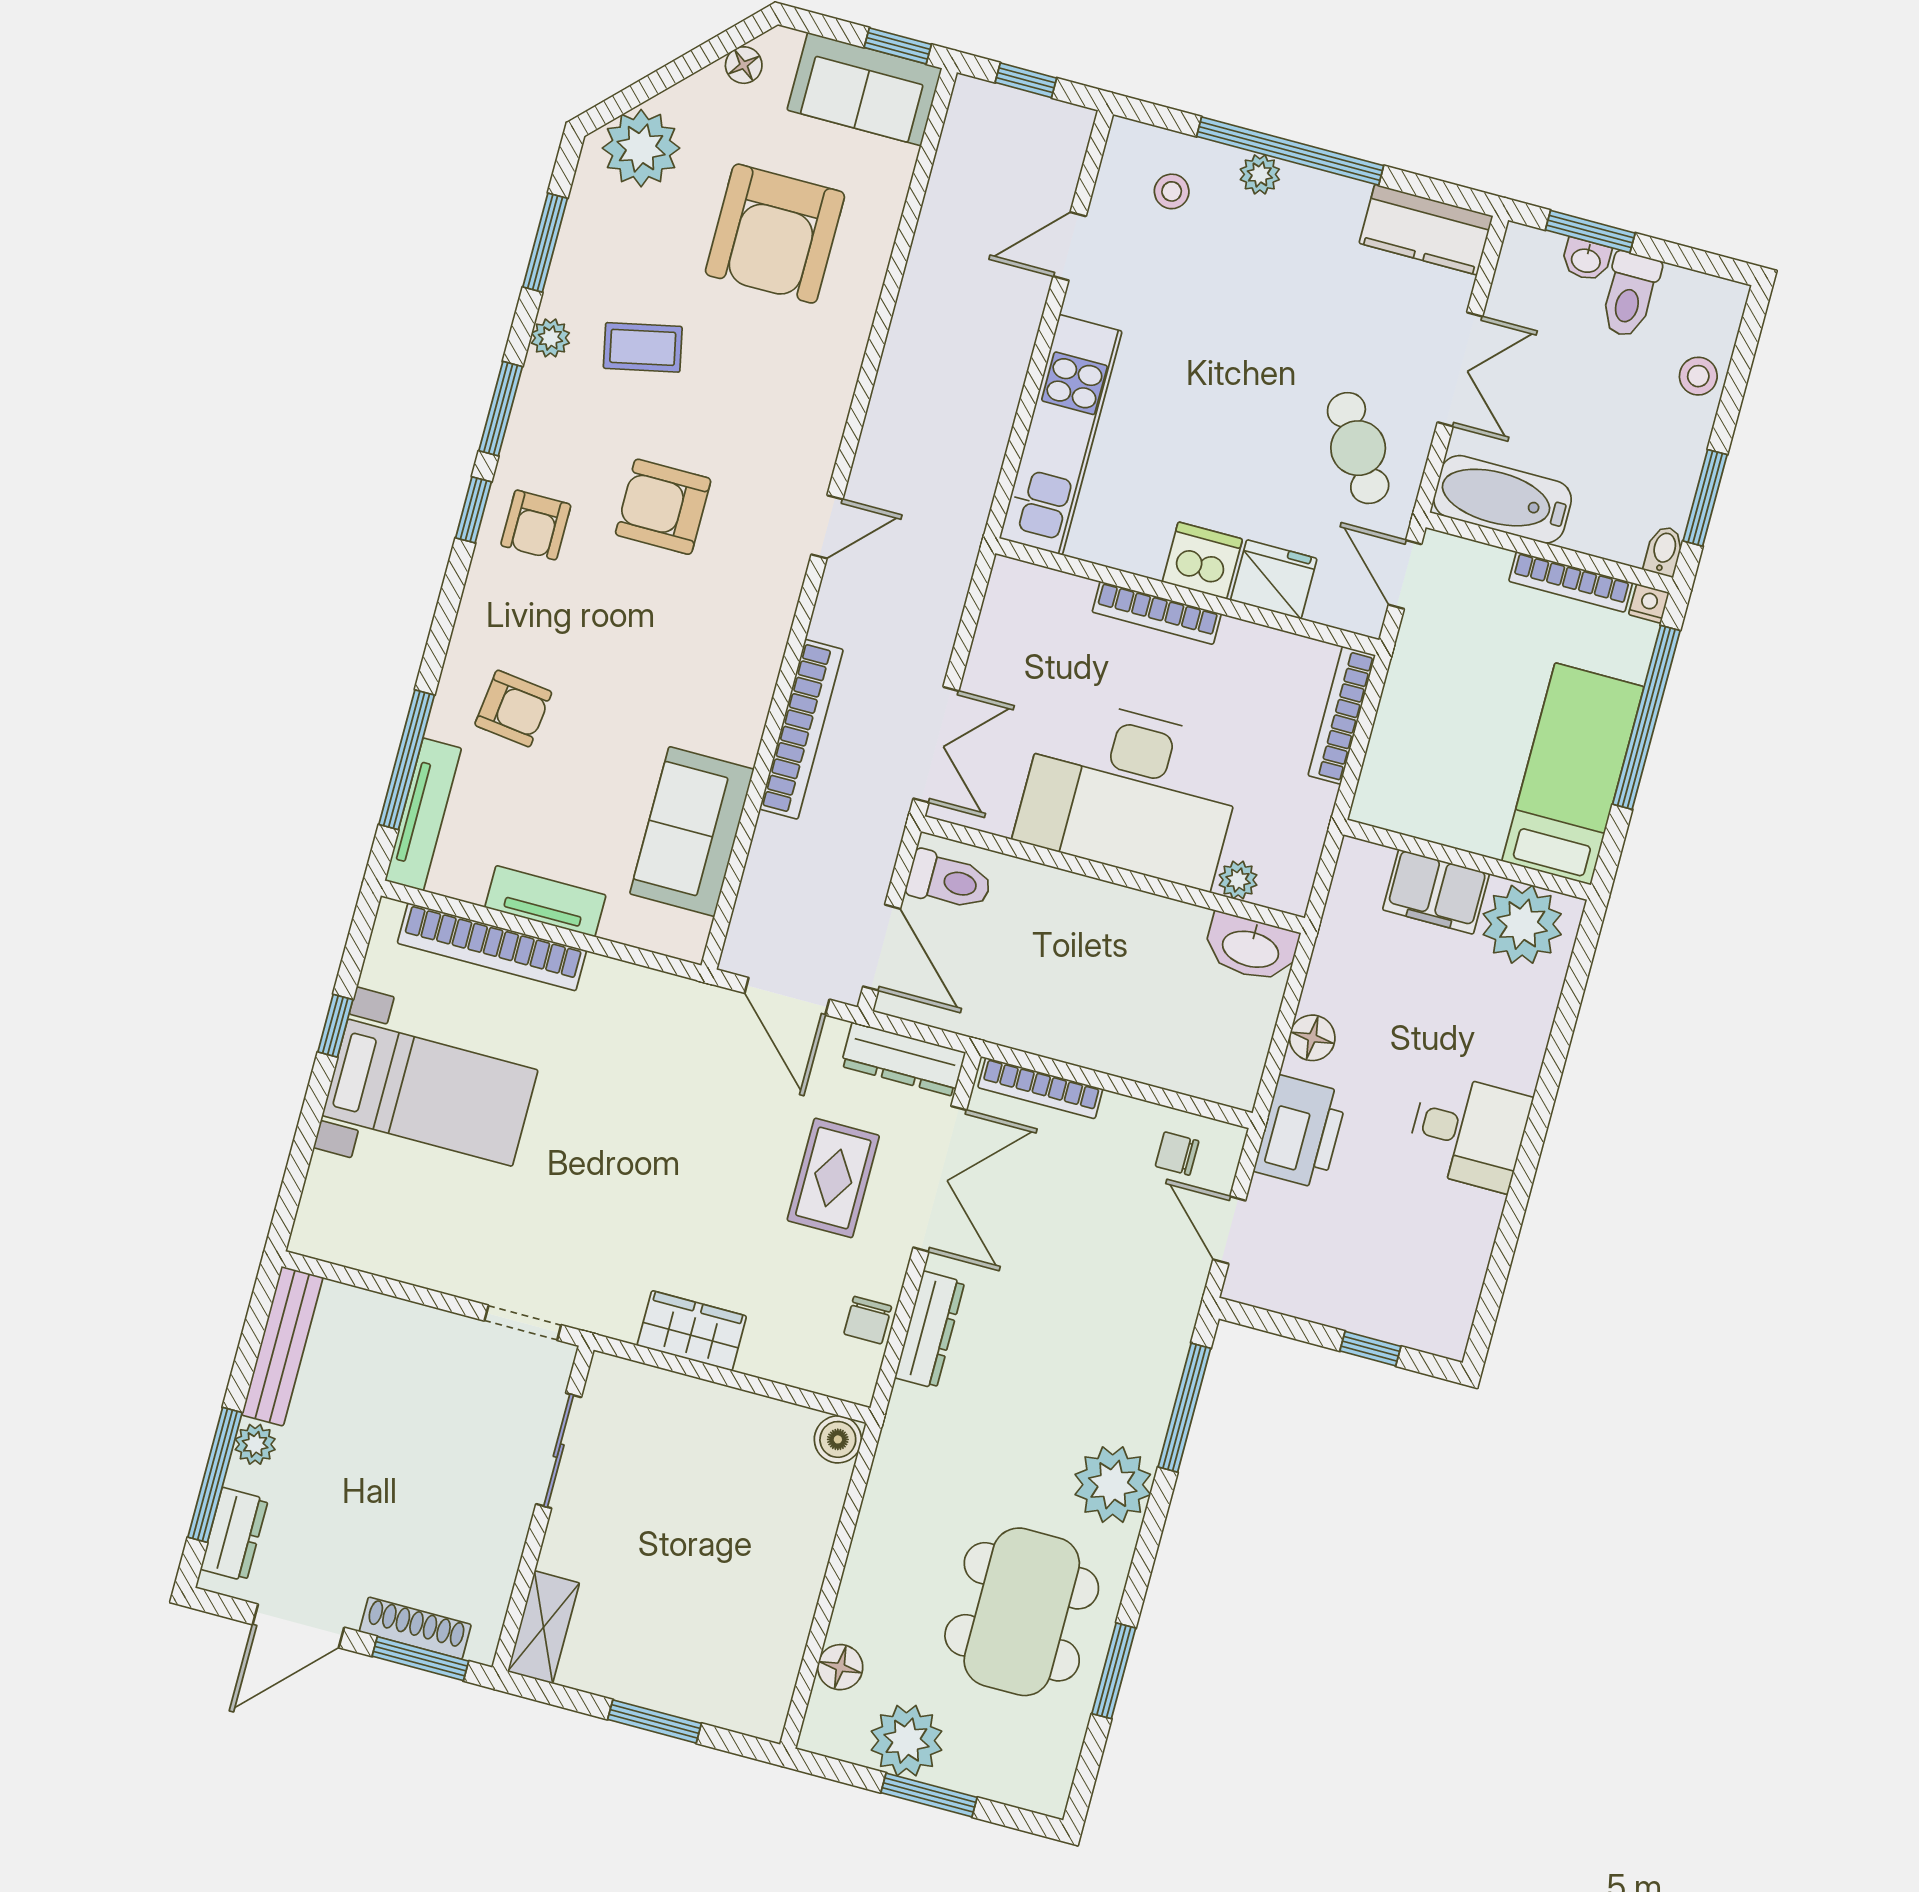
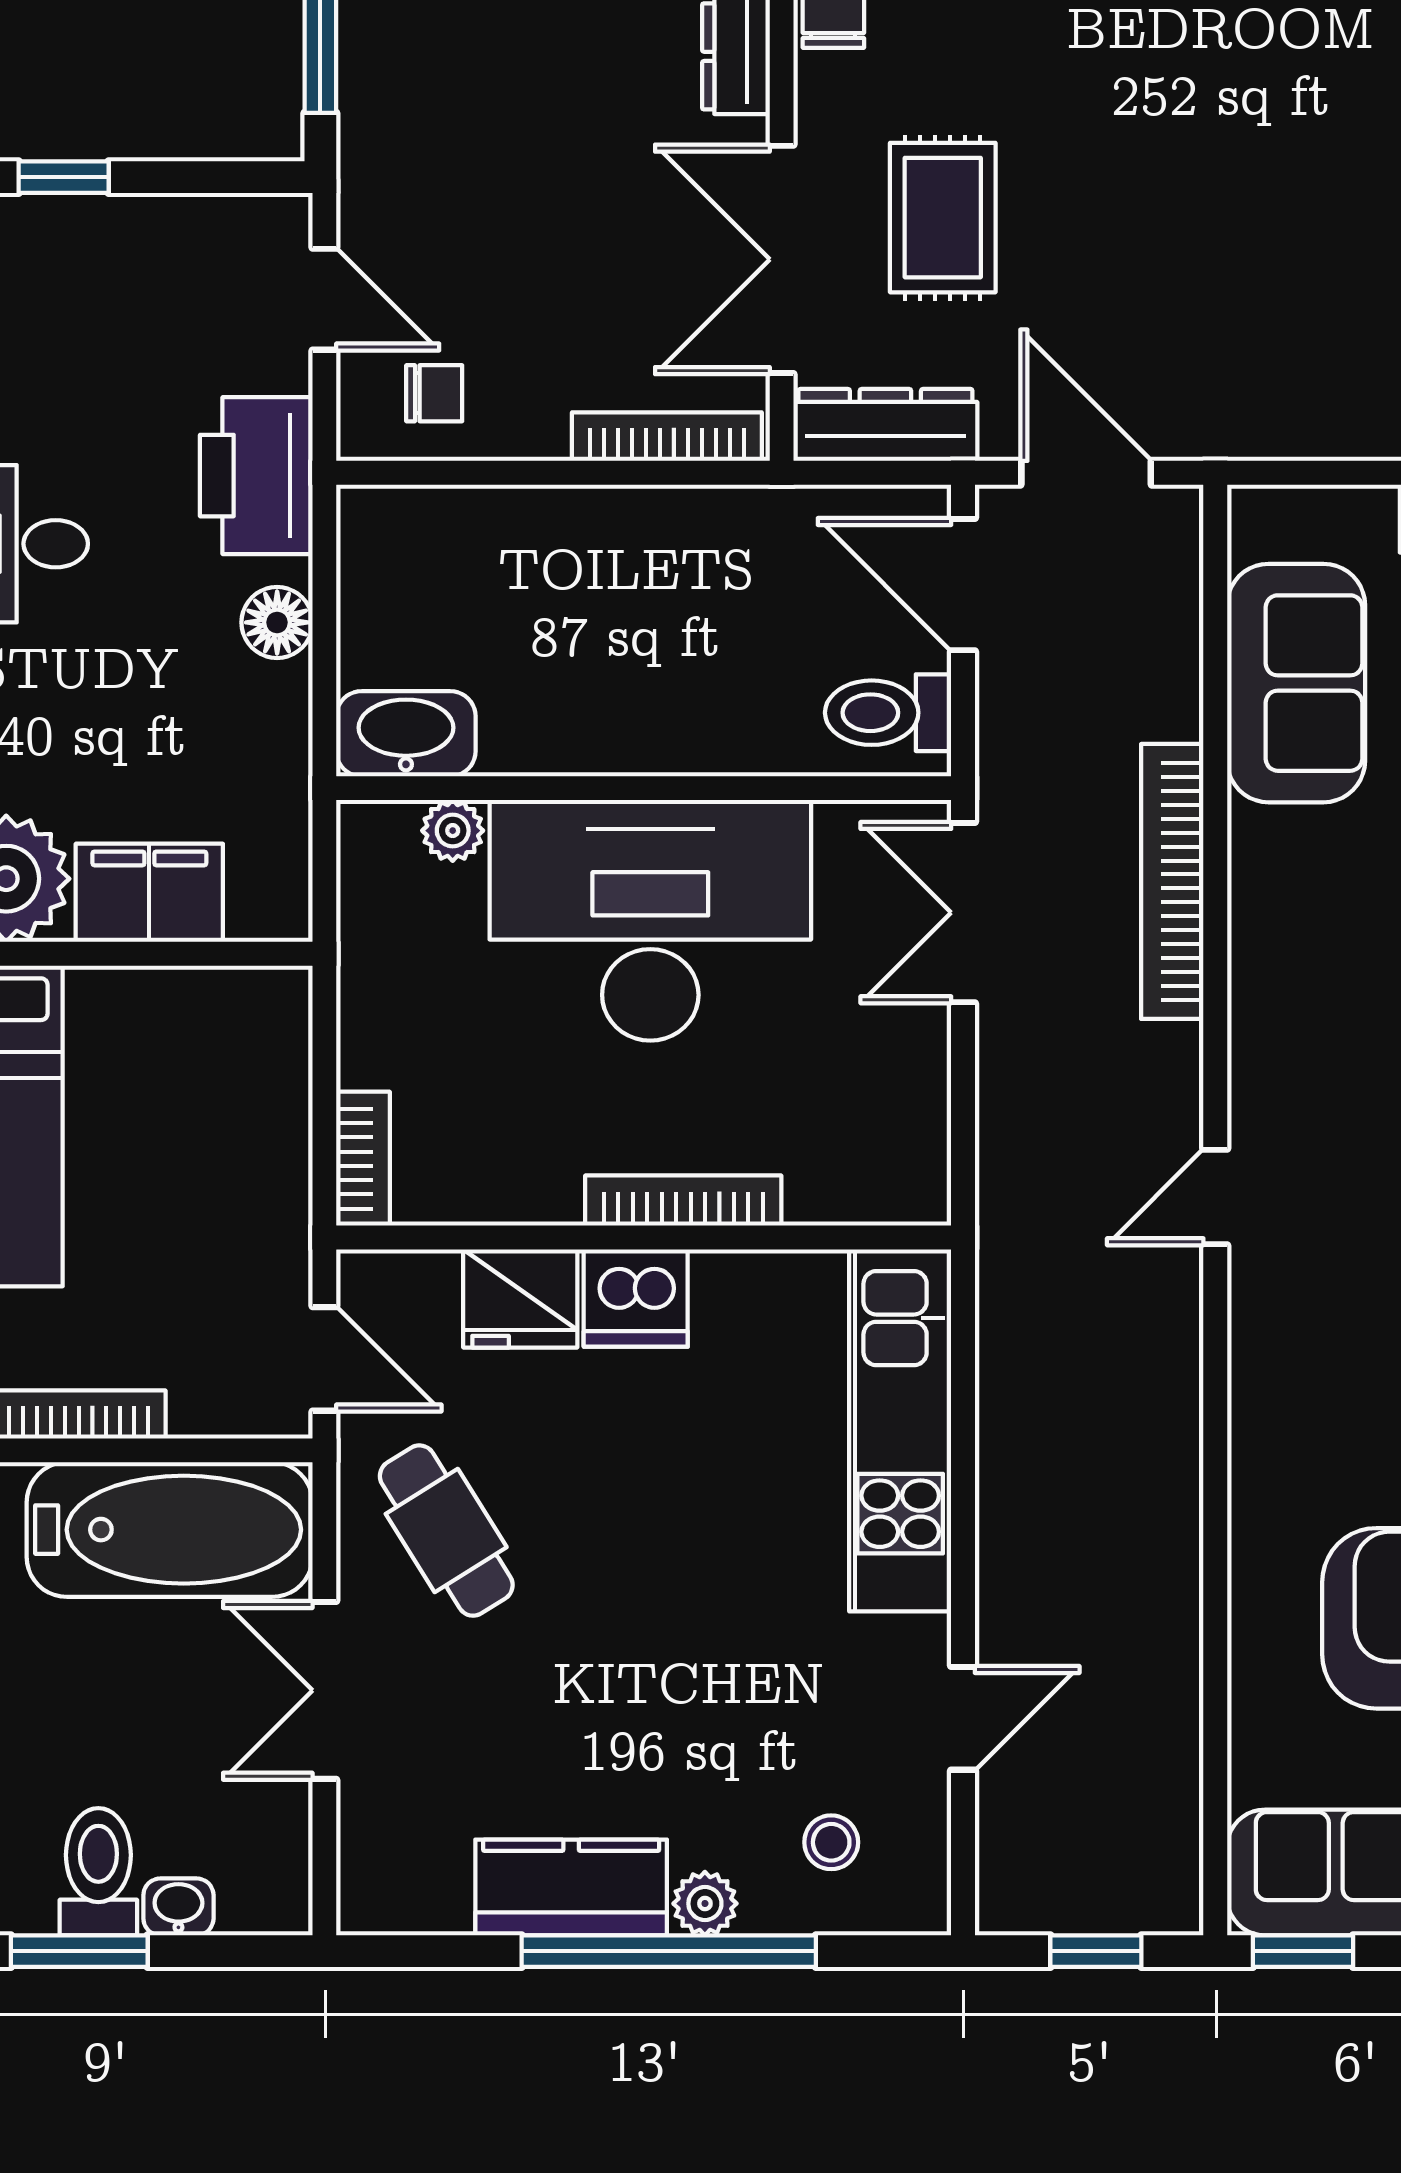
kitchen counter: (1426, 230) -> (571, 1887), moved
window: (1590, 231) -> (79, 1951), moved
bathtub: (1502, 499) -> (170, 1530), width x1.36, depth x1.36
bookcase: (1342, 715) -> (363, 1159), width x0.64

